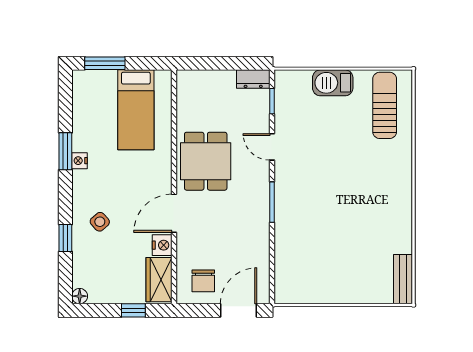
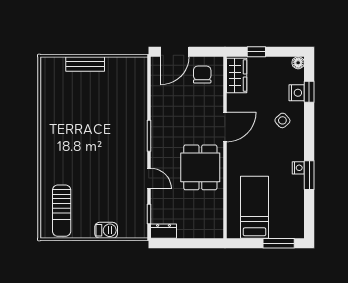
barbecue: (333, 83) -> (106, 230), width x0.73, depth x0.79
window: (65, 238) -> (309, 92), moved
nightstand: (162, 245) -> (297, 93), moved, turned 180
bench: (403, 279) -> (85, 64), moved, turned 90

